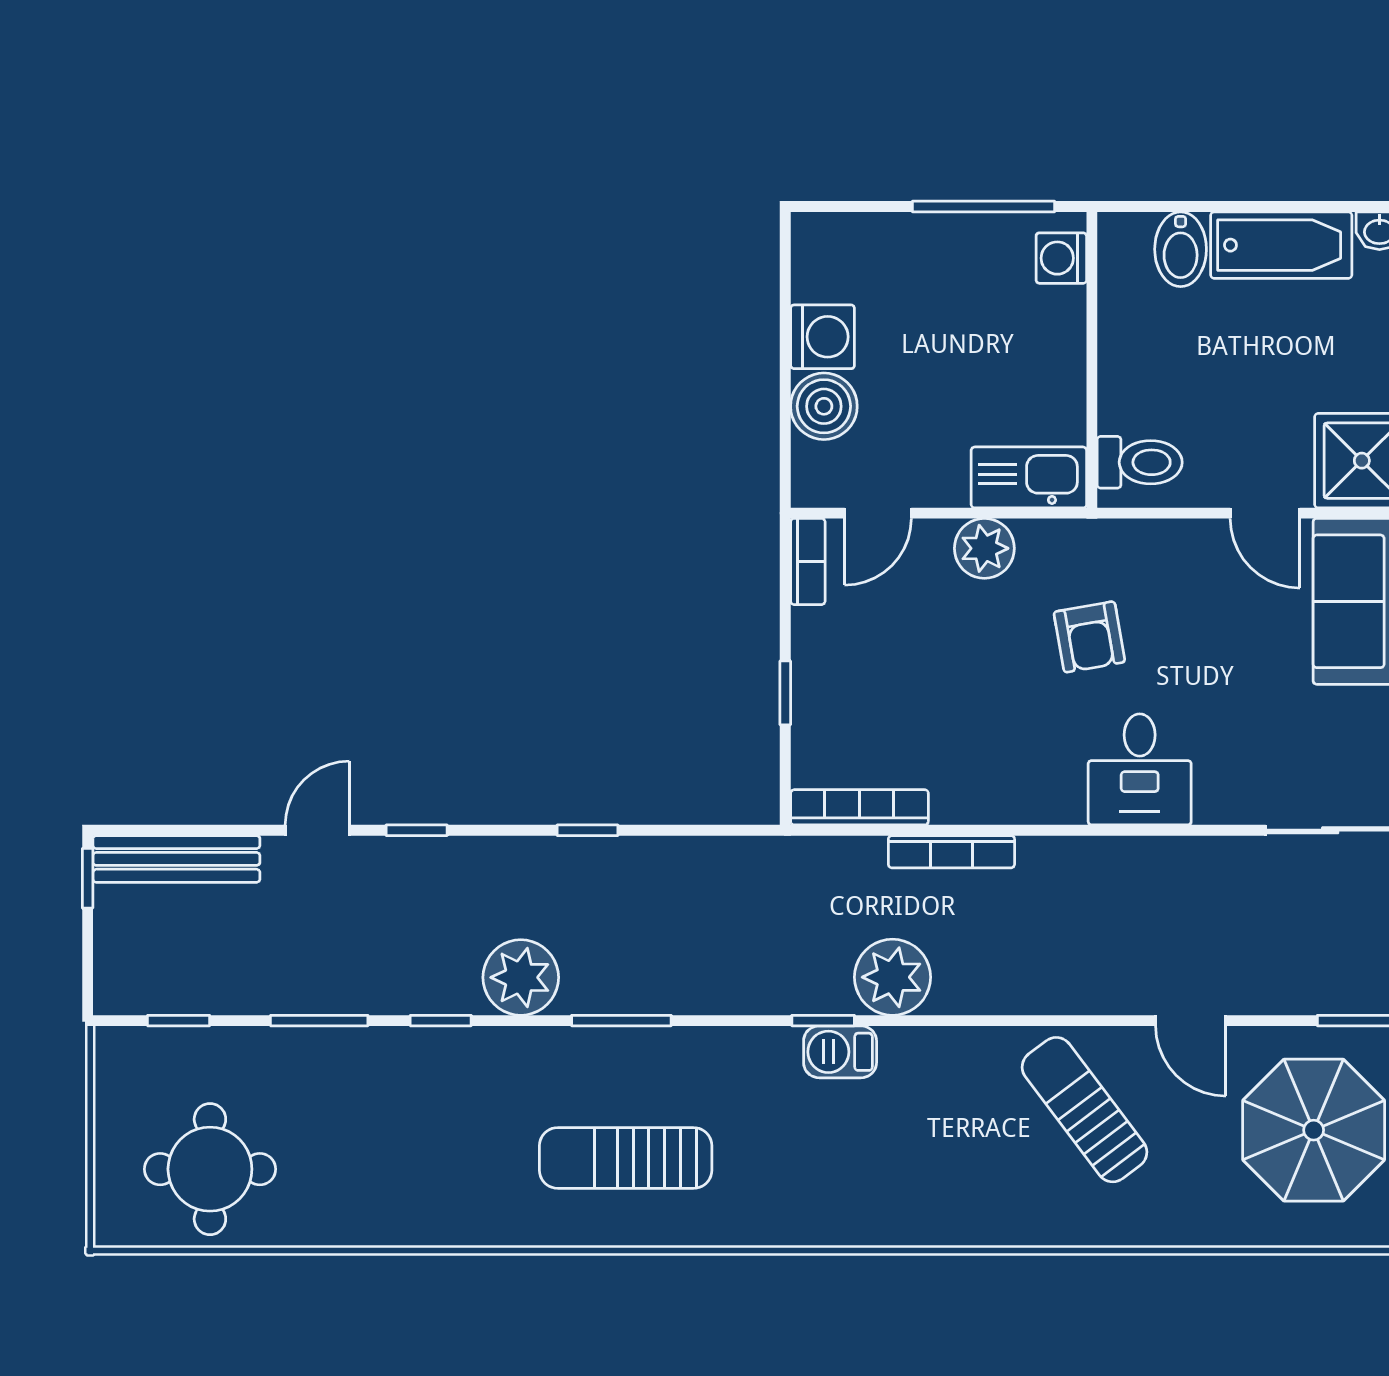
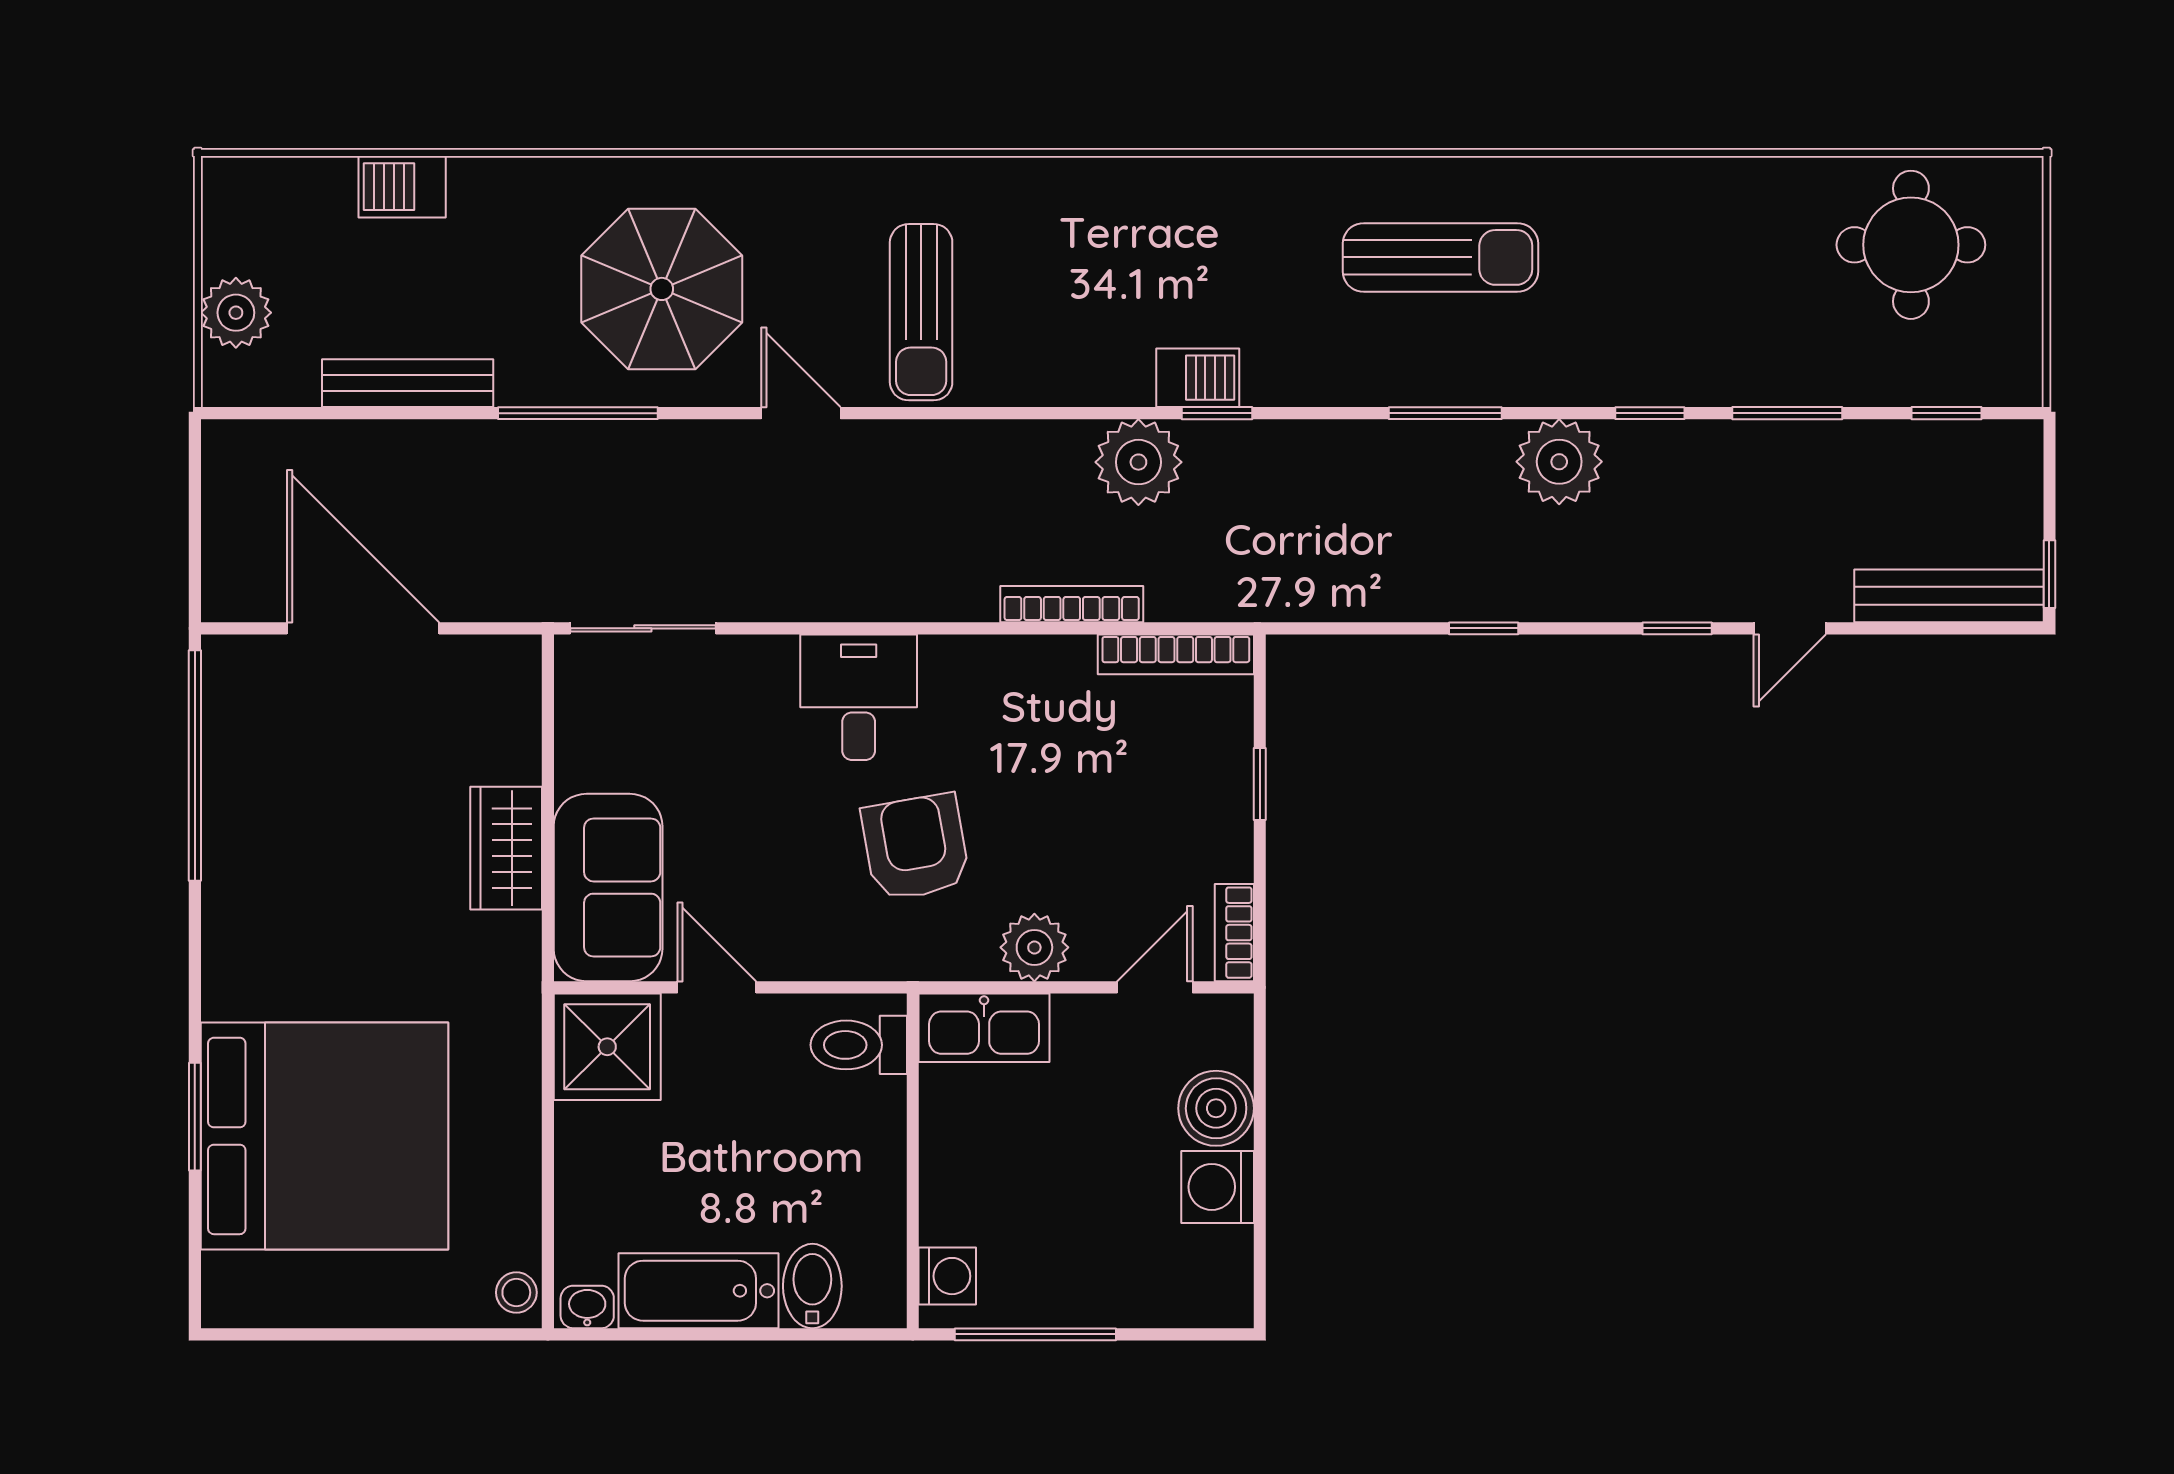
armchair: (1089, 637) -> (916, 847), width x1.38, depth x1.38
sun lounger: (1084, 1110) -> (921, 312), turned 37

